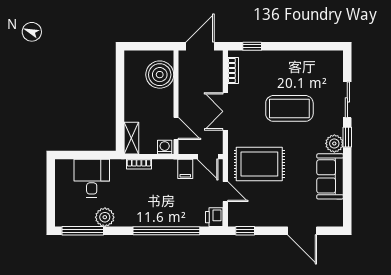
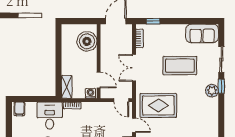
filing cabinet: (185, 169) -> (19, 109), moved
sofa: (330, 176) -> (202, 33), moved, turned -90
desk: (92, 178) -> (50, 116), moved

